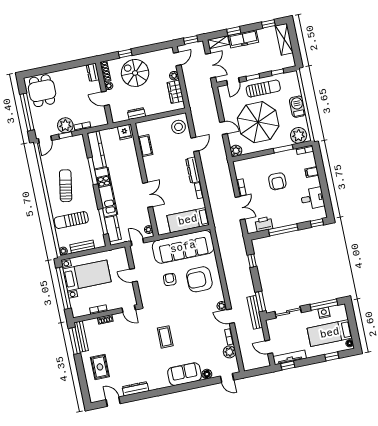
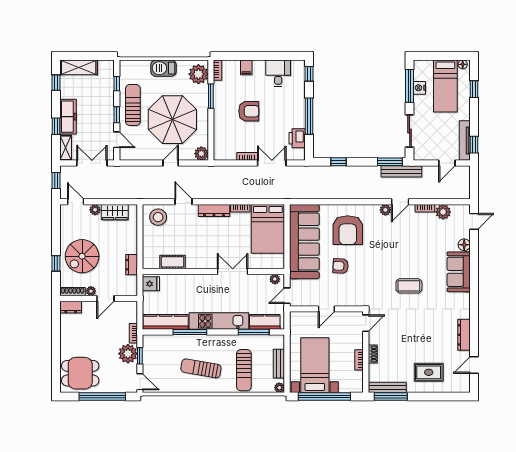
bed: (188, 220) -> (268, 229), width x1.50

